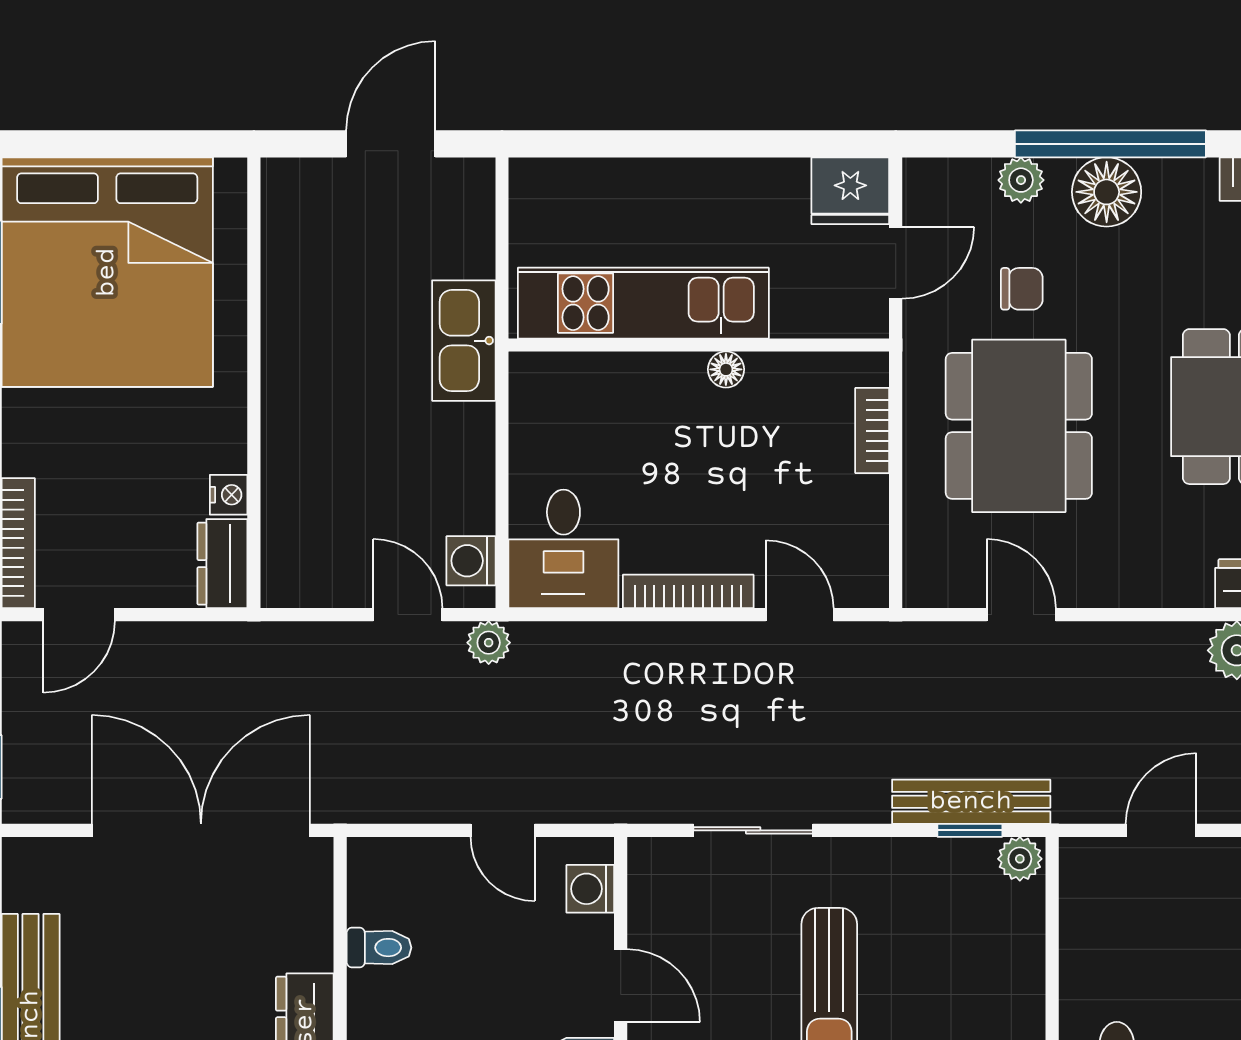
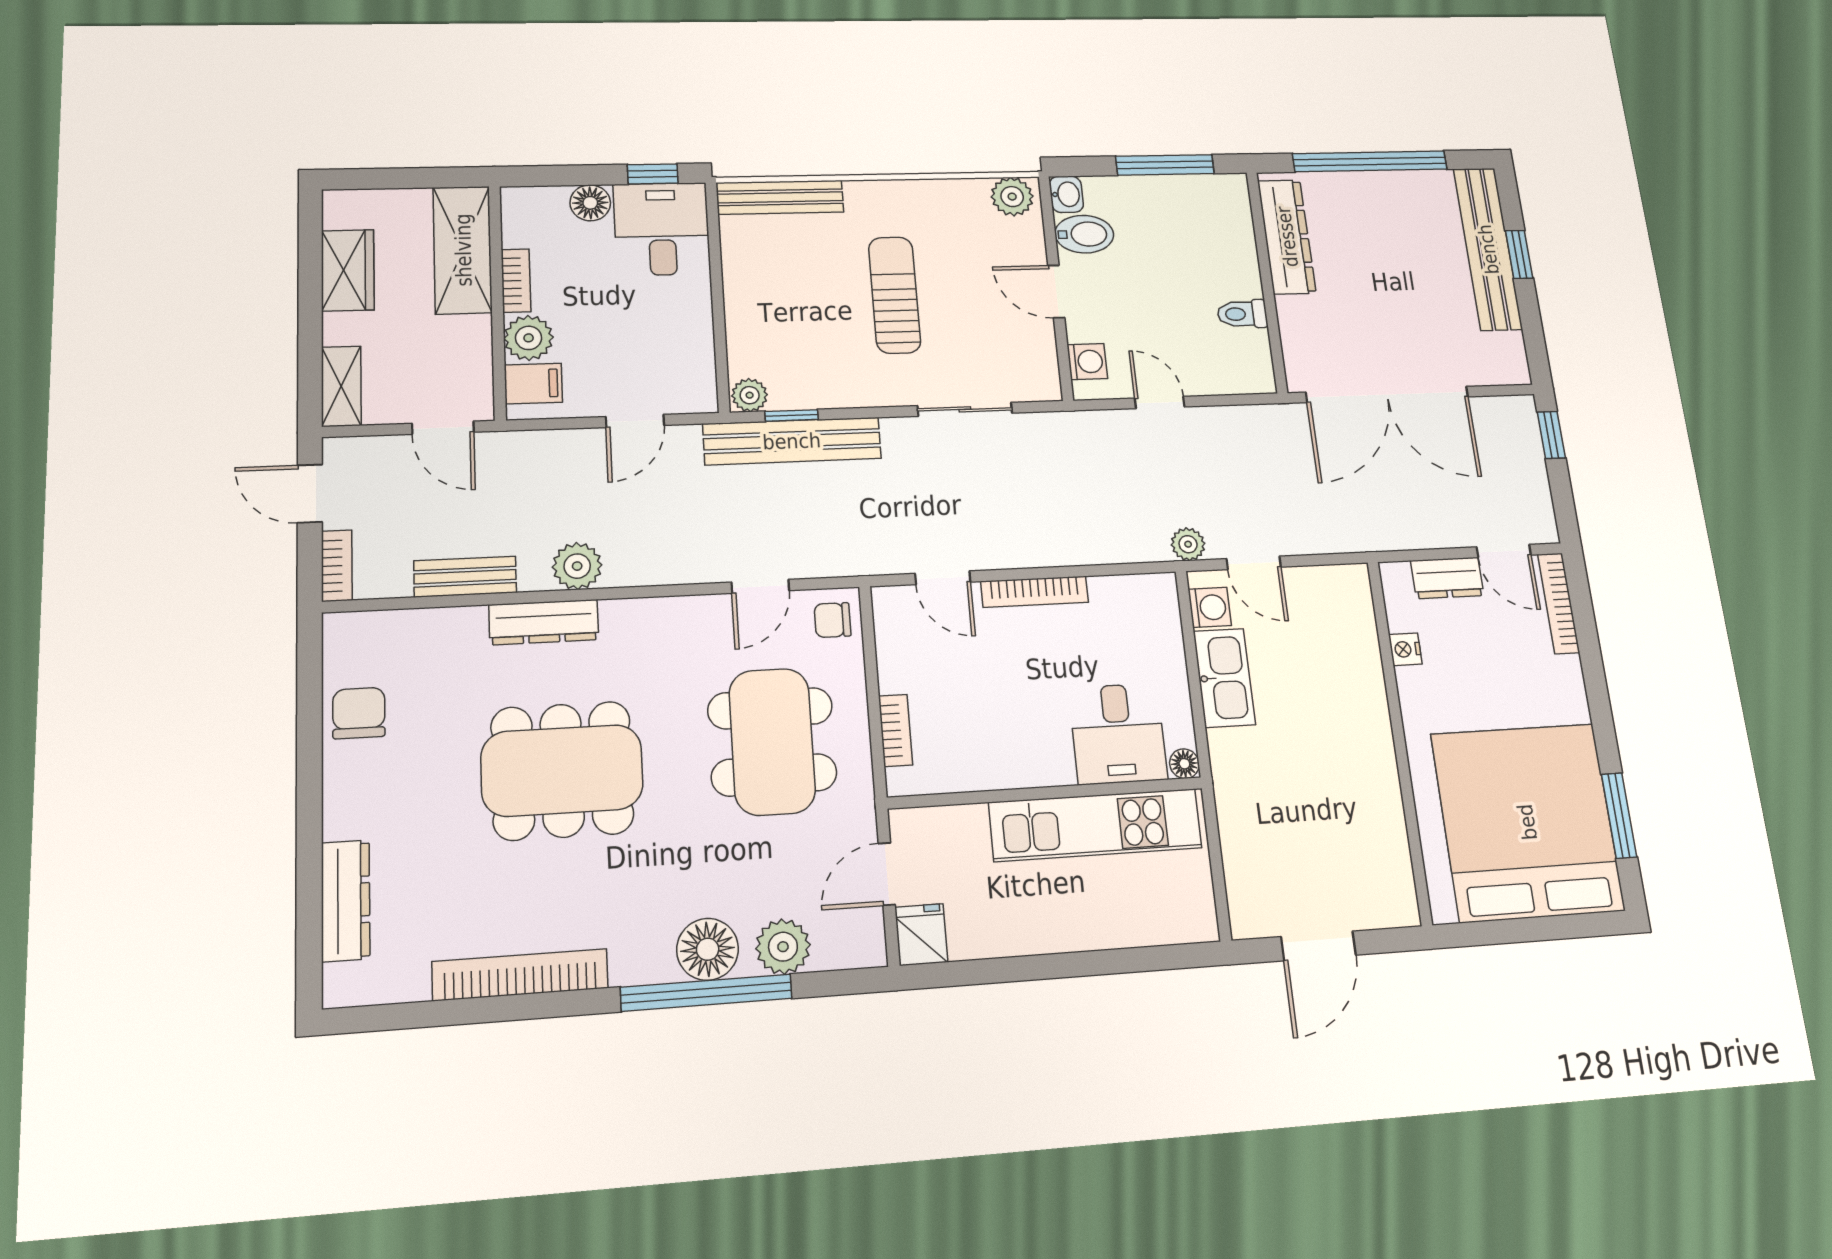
plant: (1021, 180) -> (783, 947), width x1.38, depth x1.38
fridge: (850, 191) -> (921, 935), width x0.72
chair: (1022, 289) -> (833, 620), moved
kitchen sink: (464, 341) -> (1224, 678), moved
floor lamp: (726, 369) -> (1184, 764), moved
desk: (563, 549) -> (1118, 734), moved, turned 180
dresser: (222, 564) -> (1447, 578), moved, turned 90
door: (79, 615) -> (1504, 551), swing flipped
door: (1021, 615) -> (760, 586), hinge flipped
bench: (971, 802) -> (792, 441), width x1.37, depth x1.21

